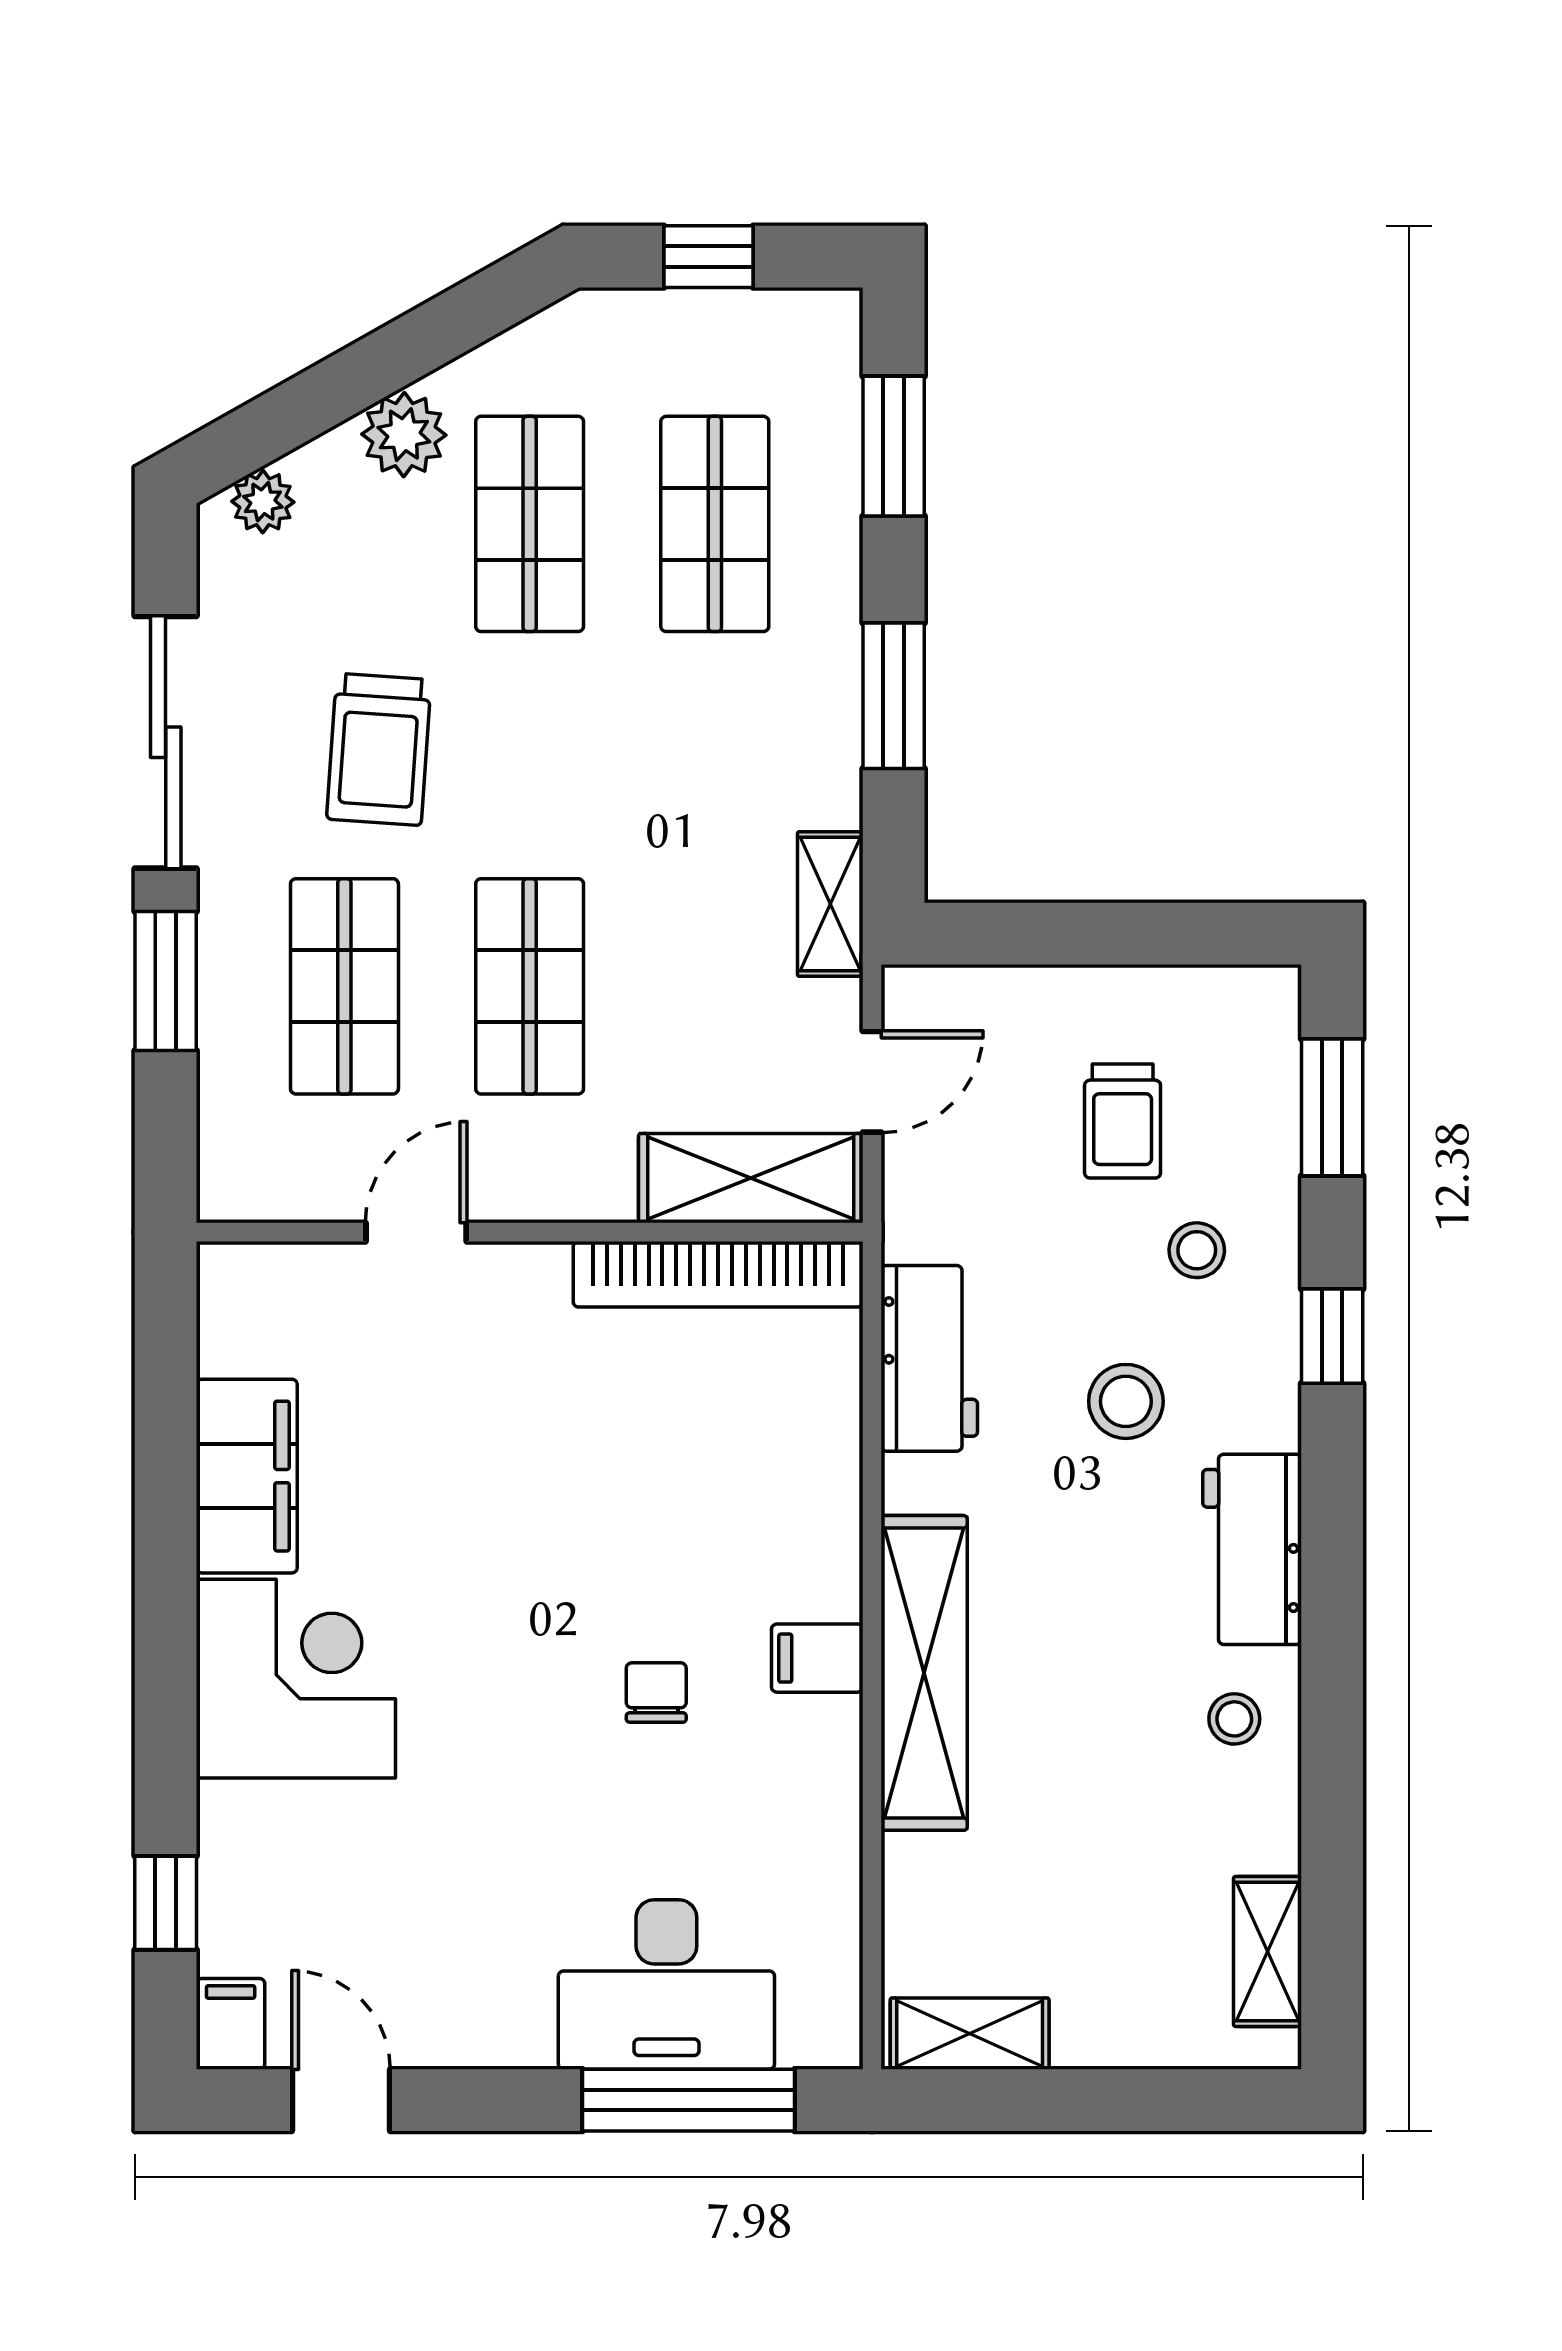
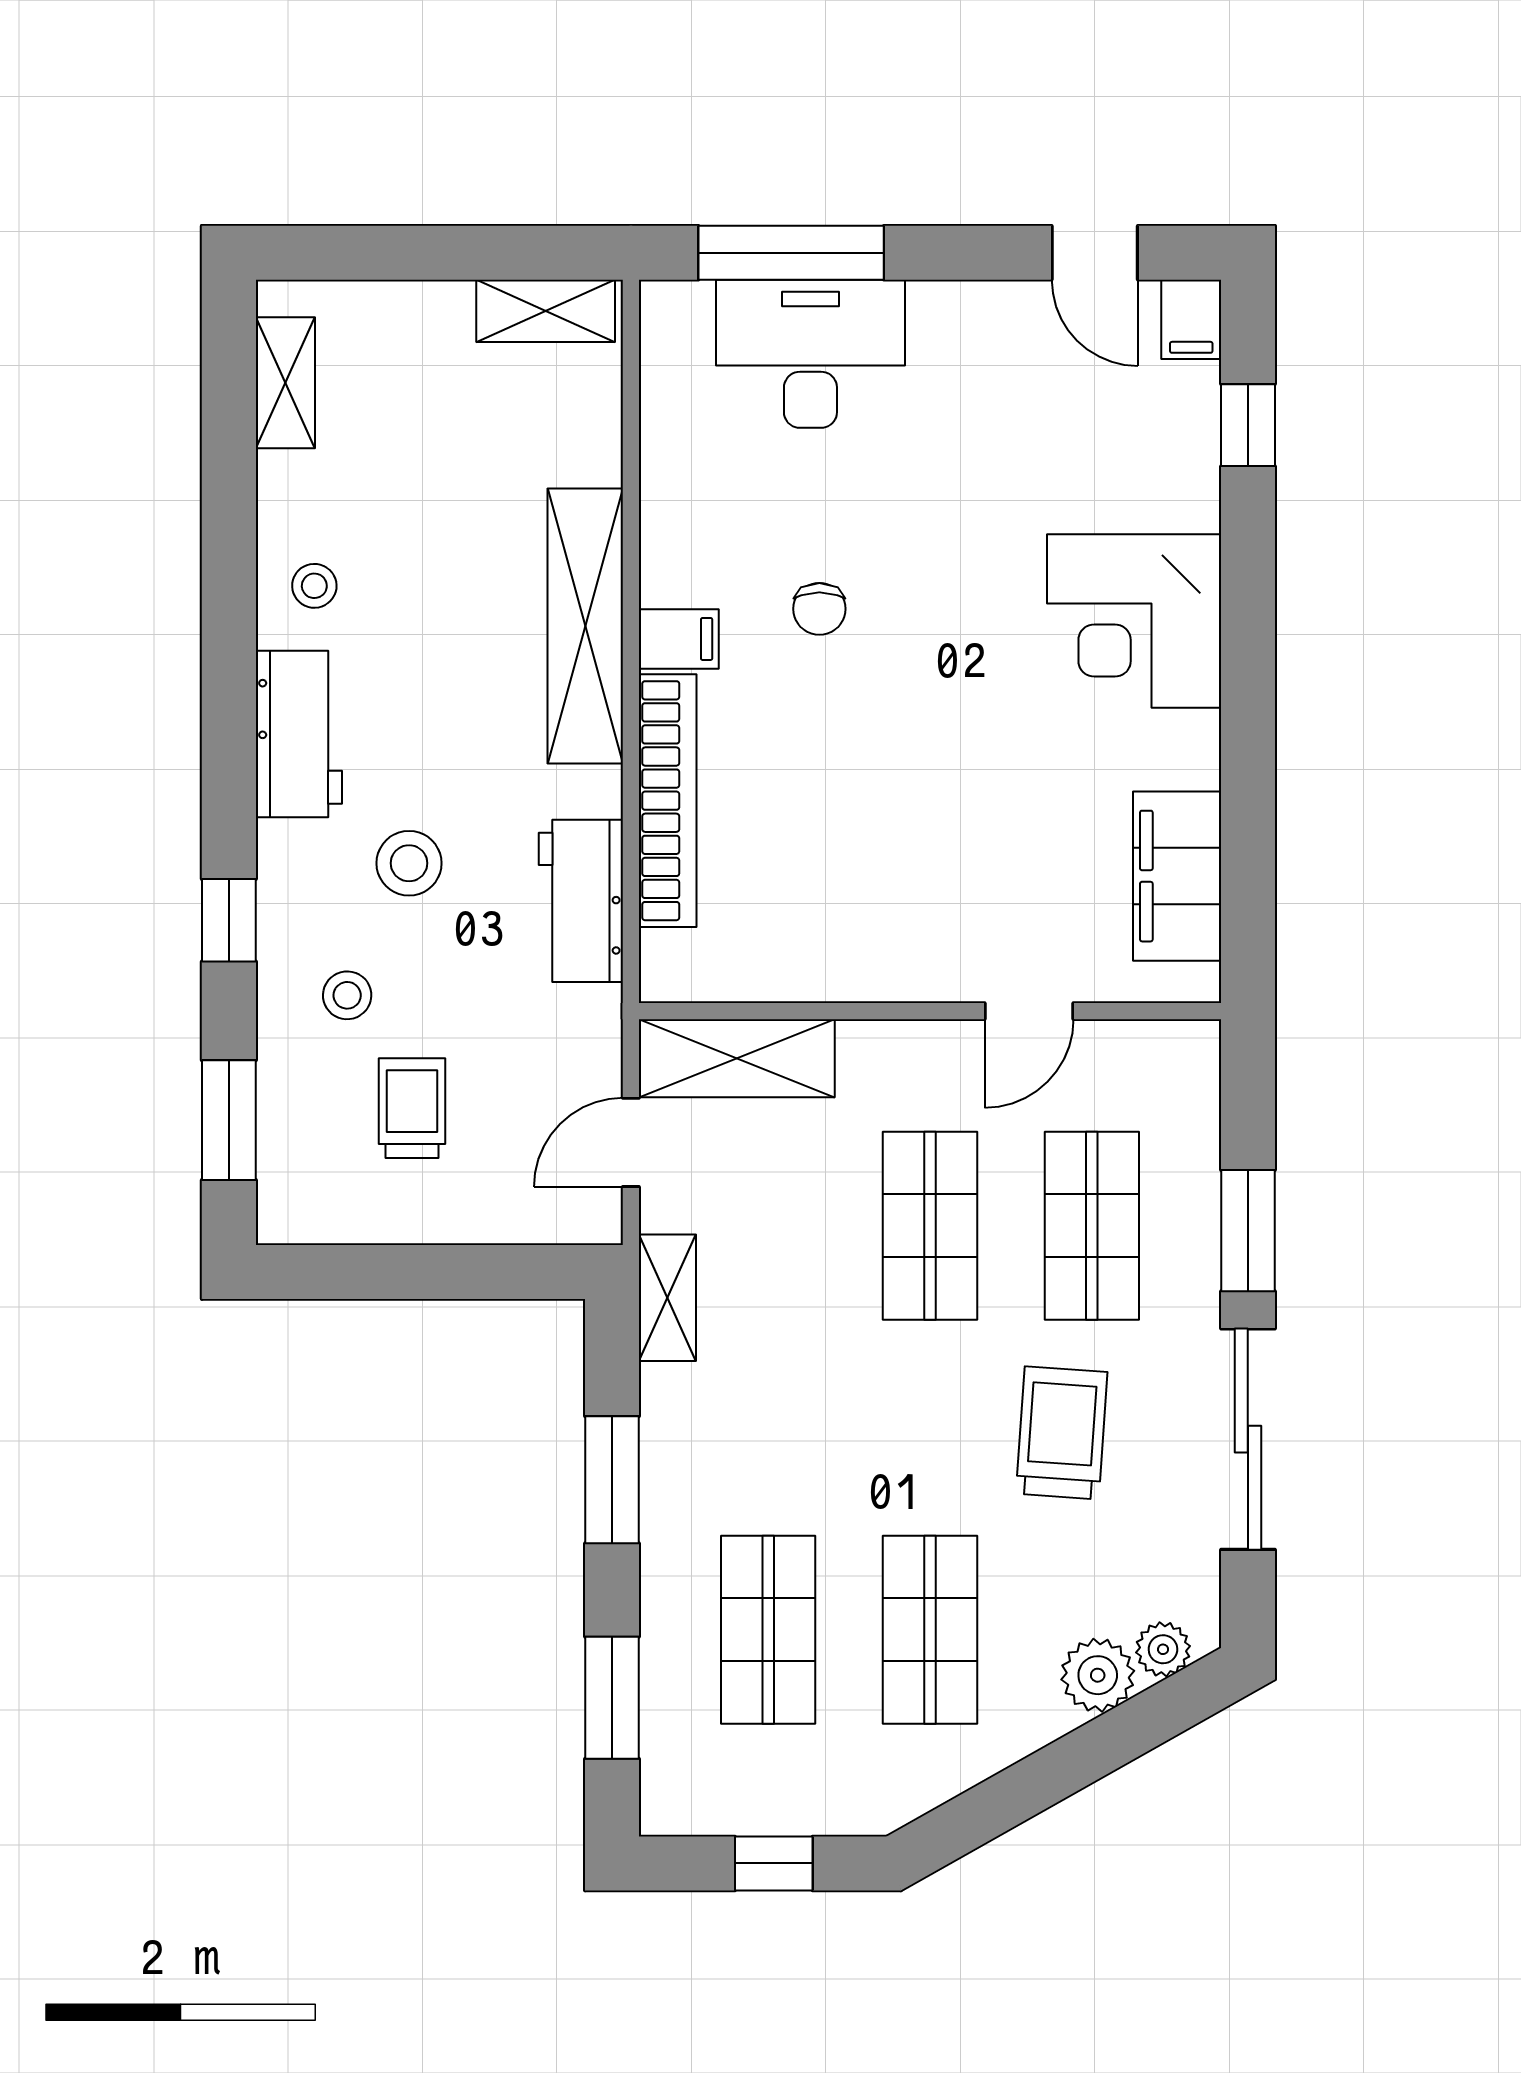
plant: (404, 435) -> (1098, 1675), moved
bookcase: (718, 1274) -> (668, 801), moved, turned 90
filing cabinet: (247, 1476) -> (1177, 876), moved

